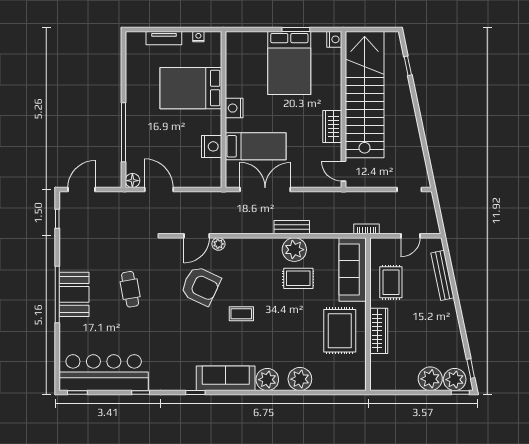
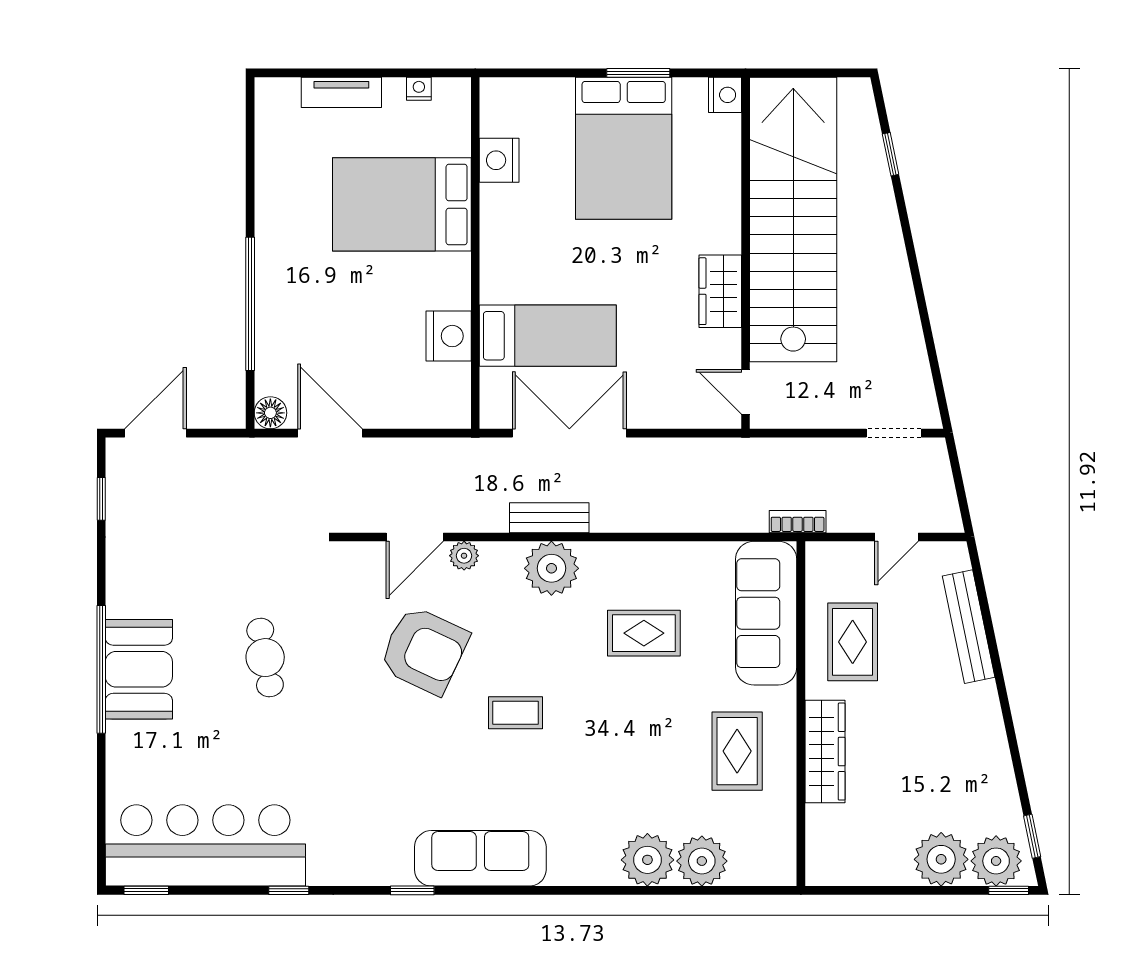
nightstand: (234, 108) -> (499, 160), moved
bench: (292, 227) -> (549, 518), moved
plant: (294, 250) -> (551, 568), moved
rug: (340, 331) -> (737, 751), width x0.73, depth x0.70
plant: (267, 380) -> (702, 861), moved

